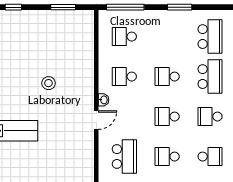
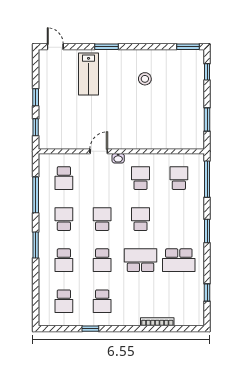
school desk: (210, 77) -> (141, 260), turned 180
stool: (49, 83) -> (145, 79), moved
school desk: (210, 117) -> (102, 260), turned 180
door: (96, 120) -> (99, 151), swing flipped
school desk: (124, 157) -> (64, 178), width x0.54

